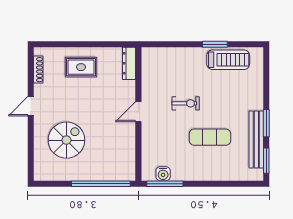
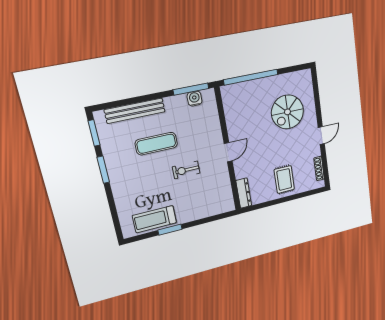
rug: (81, 67) -> (284, 179), turned 90
bench: (256, 139) -> (135, 111), moved, turned 90

